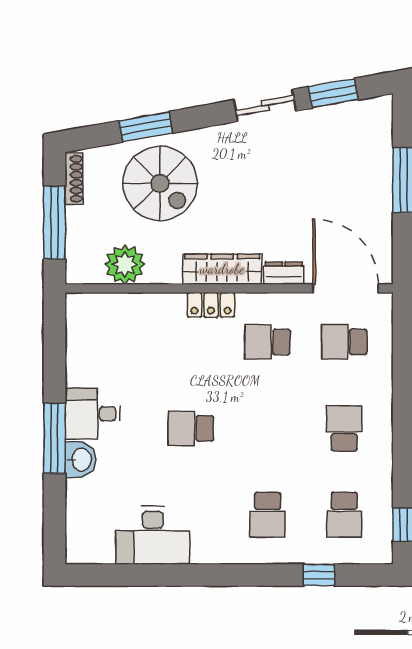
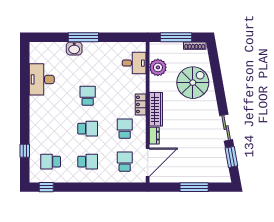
window: (146, 127) -> (217, 76), removed
spiral stairs: (160, 183) -> (193, 83), turned 180
desk: (93, 414) -> (134, 63), moved, turned 90
school desk: (267, 515) -> (88, 129), moved, turned 180

